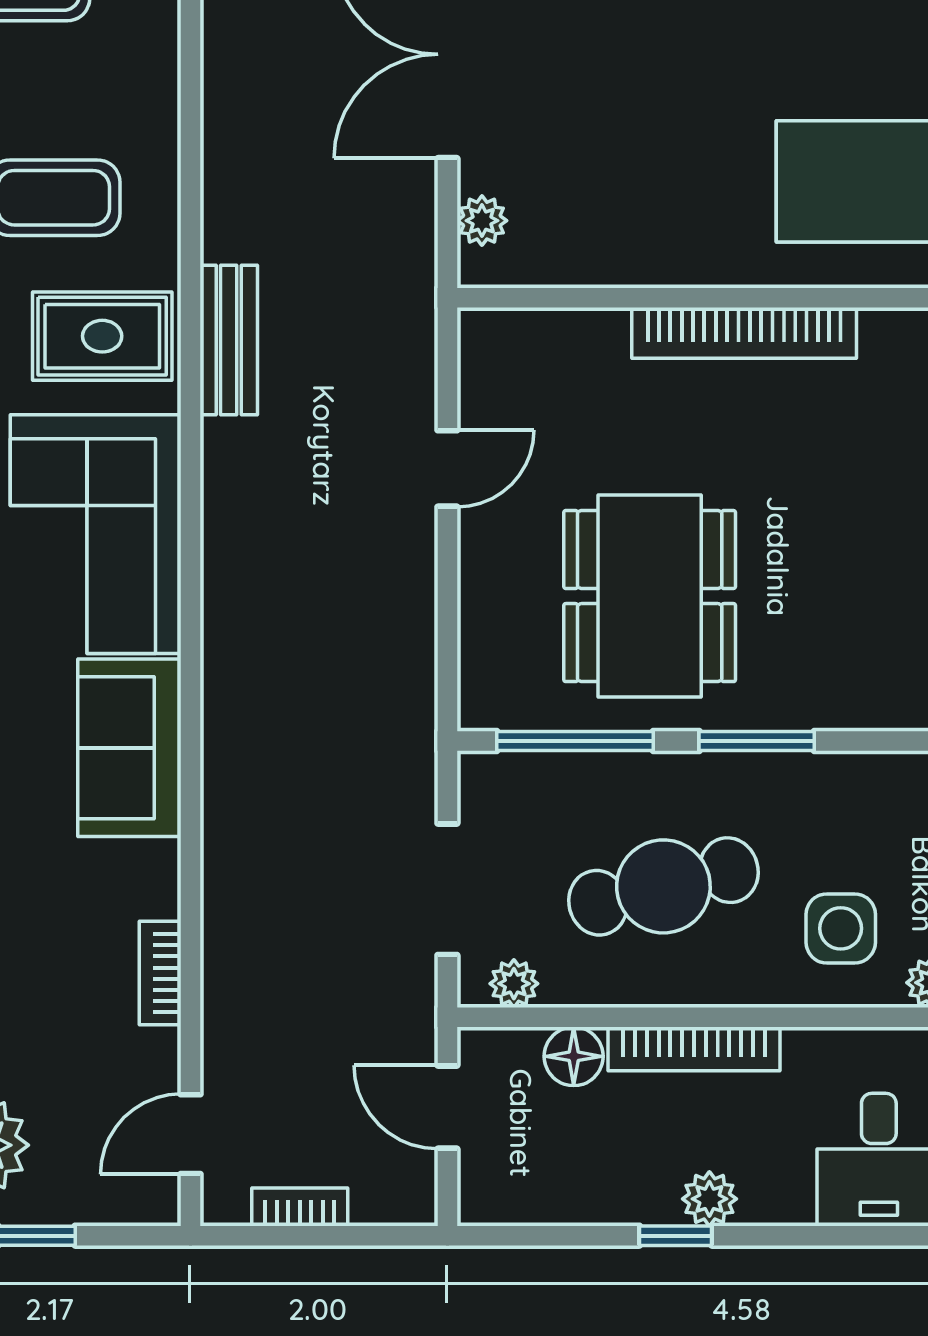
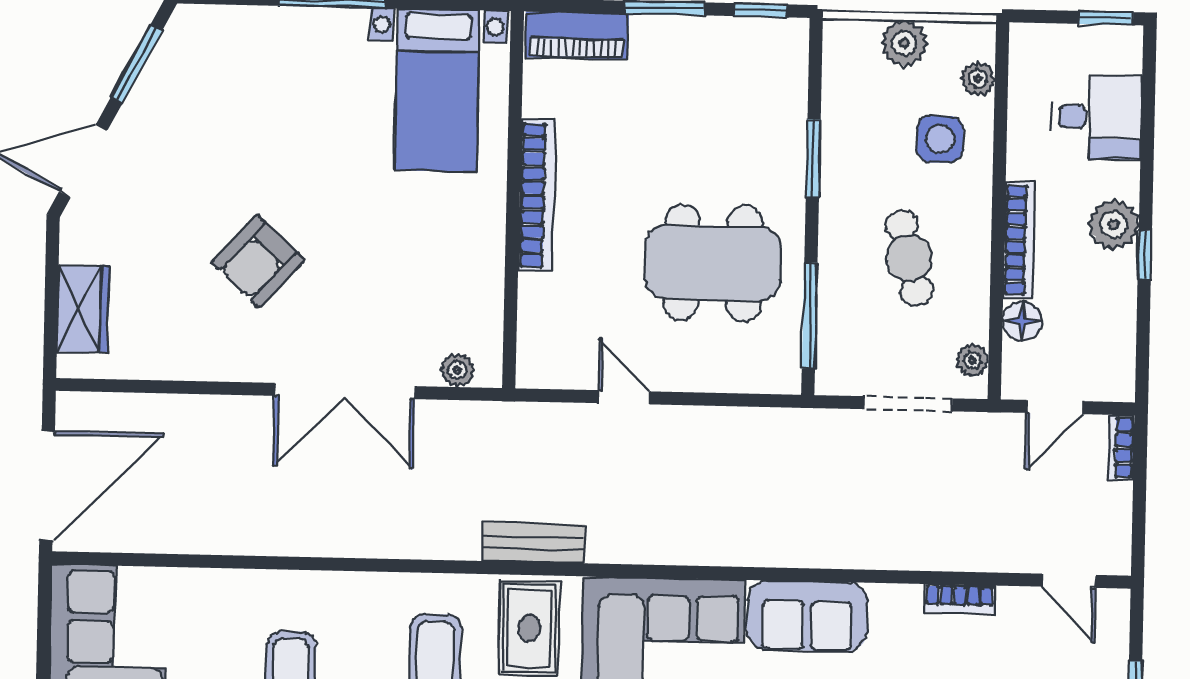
window: (757, 741) -> (813, 158), moved
cafe table: (663, 886) -> (909, 258), width x0.73, depth x0.74
plant: (709, 1199) -> (1114, 225), width x1.38, depth x1.38
bookcase: (300, 1207) -> (1121, 448), moved

